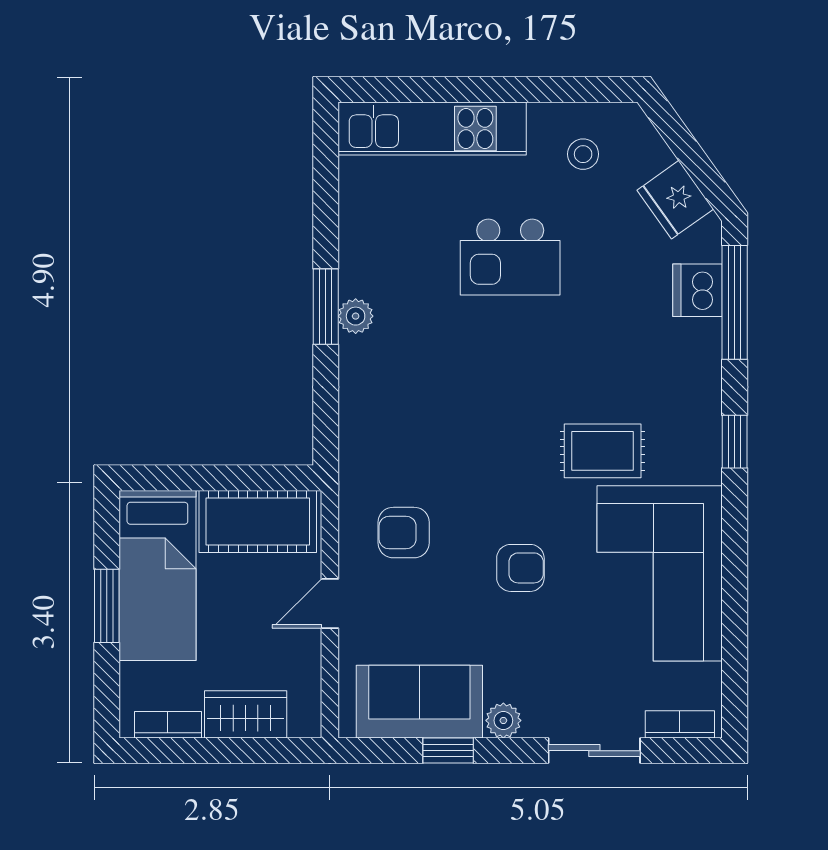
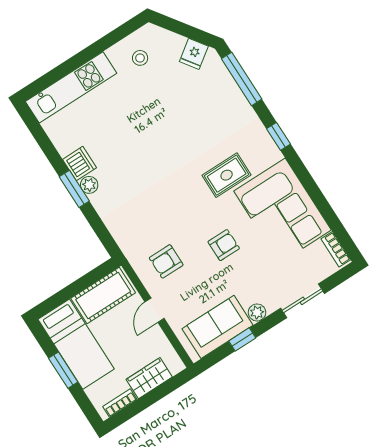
fridge: (675, 200) -> (194, 54), width x0.72
kitchen island: (510, 257) -> (137, 120), removed
dishwasher: (698, 290) -> (80, 164), moved, turned 180
bookcase: (680, 724) -> (336, 249), moved, turned -90

